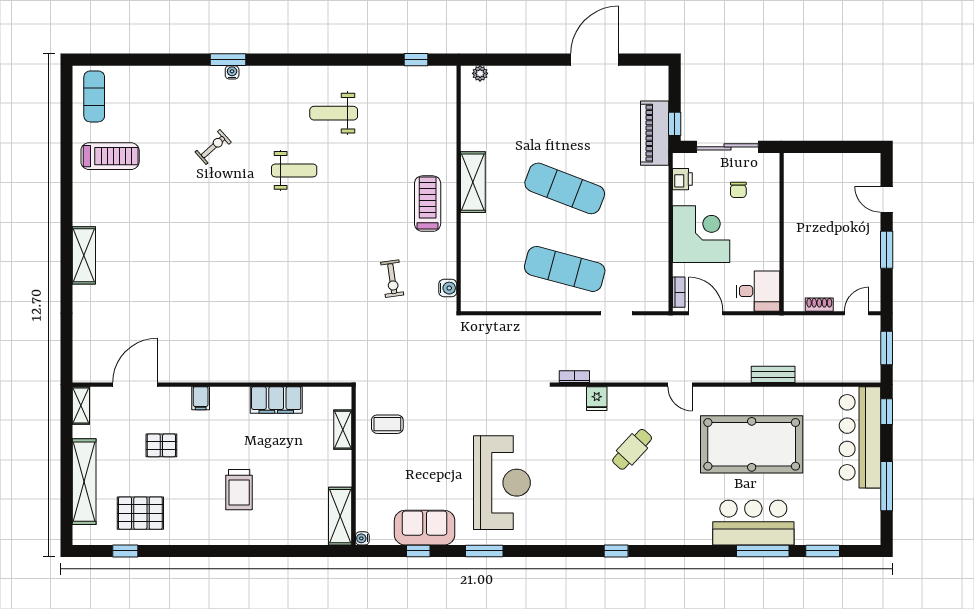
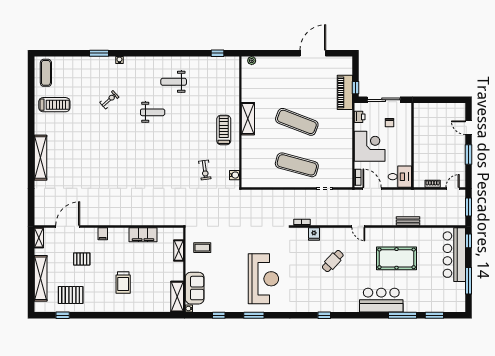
window: (228, 60) -> (99, 53), moved
shelving: (84, 255) -> (40, 158), width x1.47
pool table: (752, 444) -> (397, 258), width x0.73, depth x0.76
bar counter: (753, 523) -> (381, 300), moved
sofa: (425, 528) -> (195, 288), moved, turned 90

